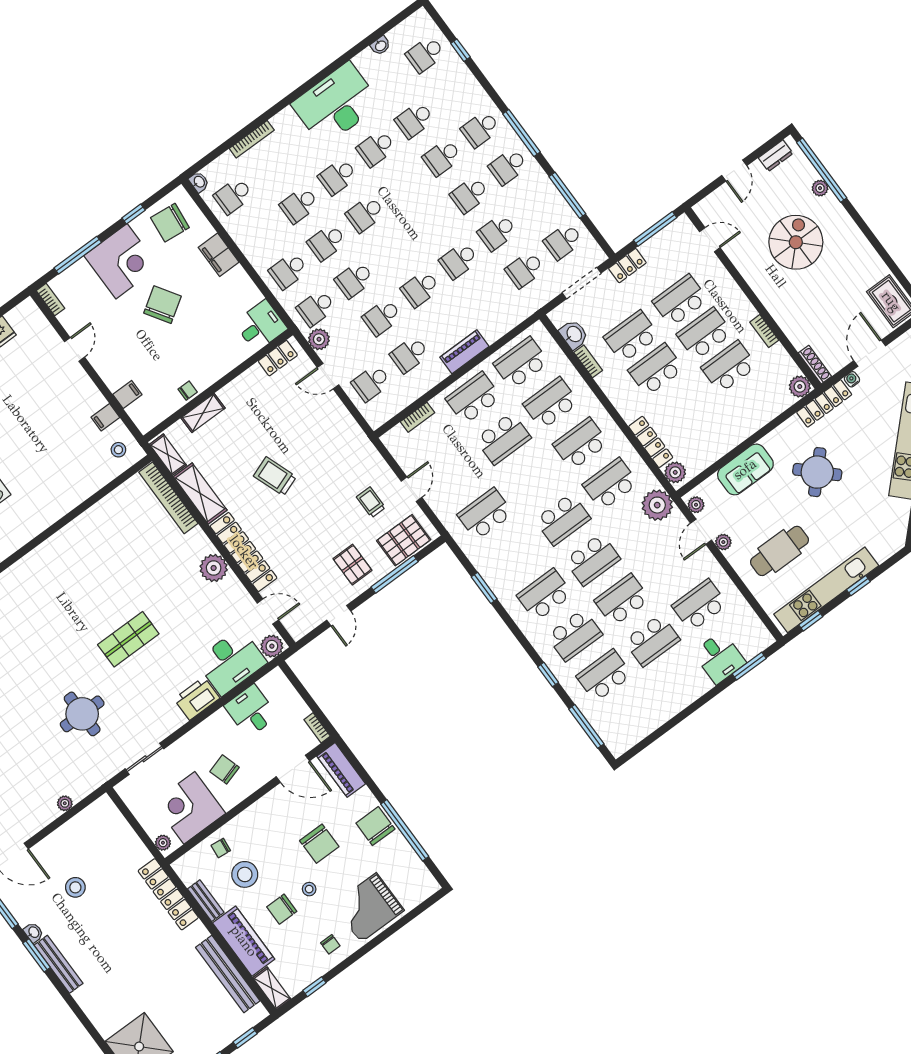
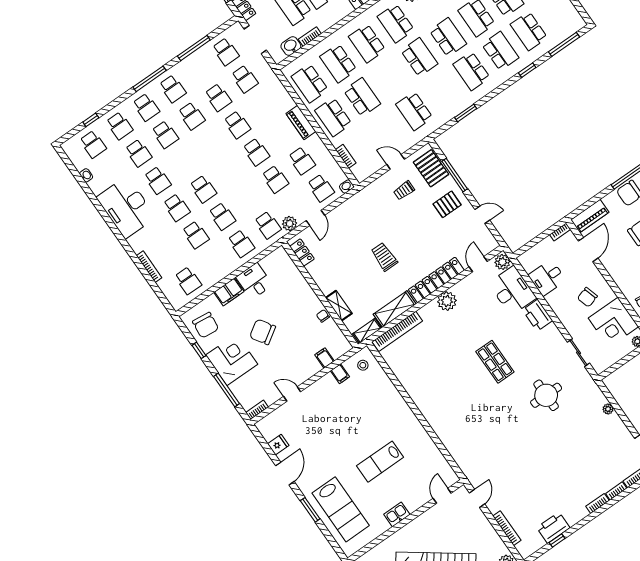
washbasin: (199, 182) -> (347, 187), moved
school desk: (354, 280) -> (120, 126), moved
desk: (261, 326) -> (254, 281), moved
trolley: (275, 476) -> (384, 257), turned 110

